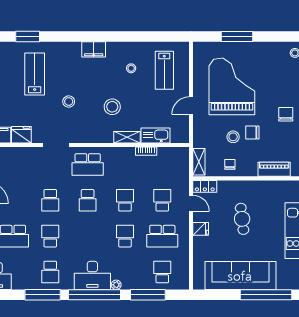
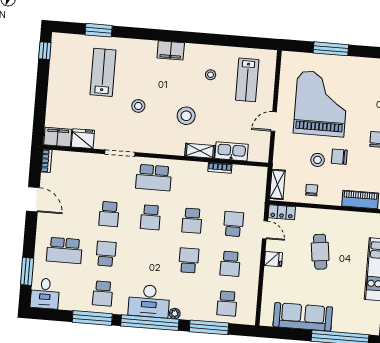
school desk: (125, 200) -> (192, 221), turned 180
school desk: (162, 236) -> (230, 264), width x0.54
school desk: (162, 272) -> (227, 303), turned 180
sofa: (240, 276) -> (303, 317), width x0.74, depth x0.79

